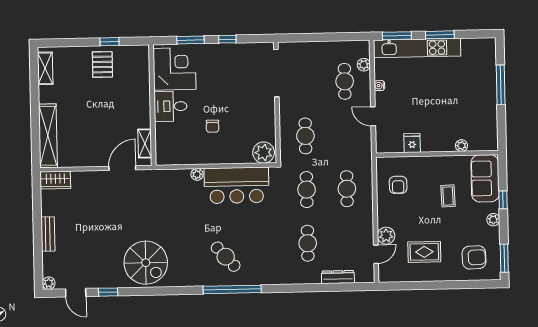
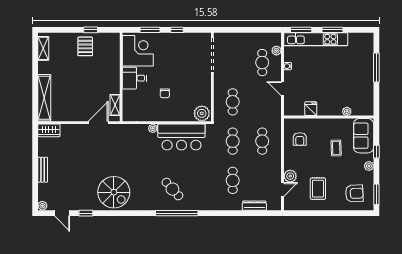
rug: (424, 252) -> (318, 189), turned 90

